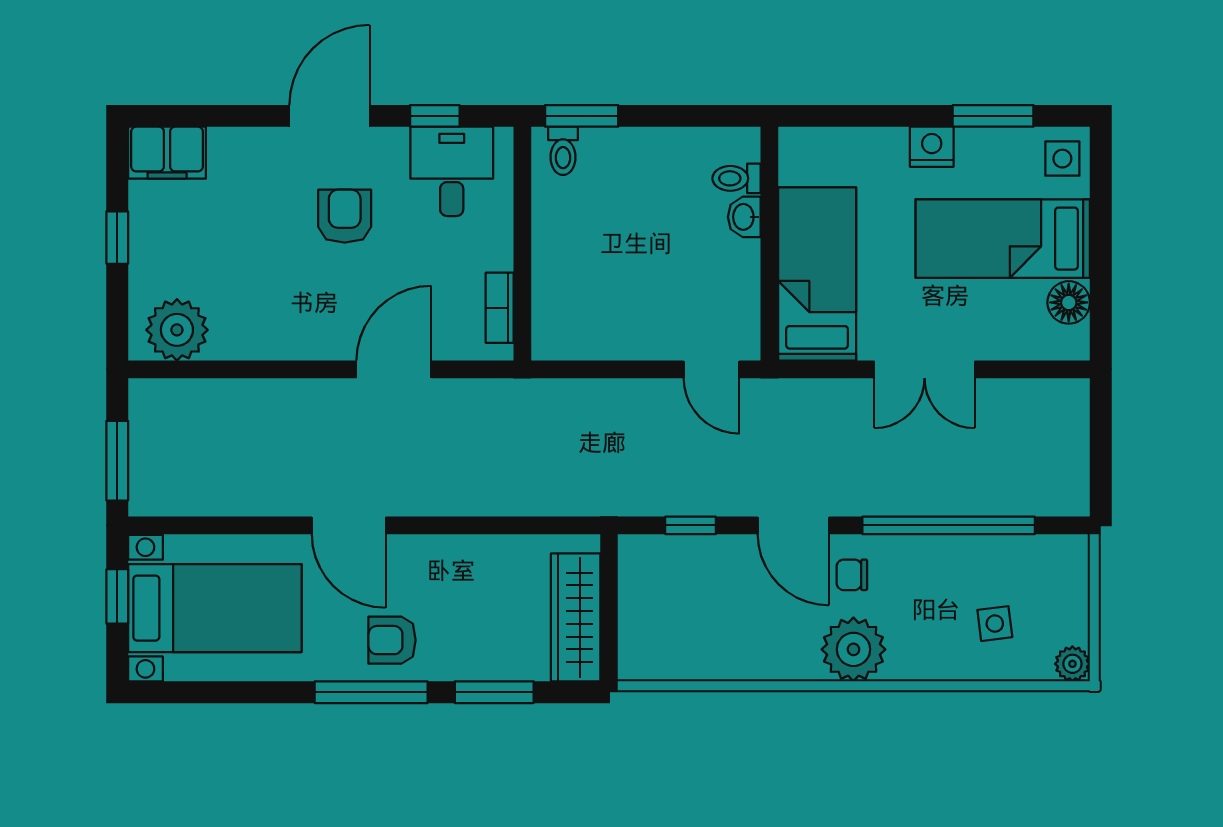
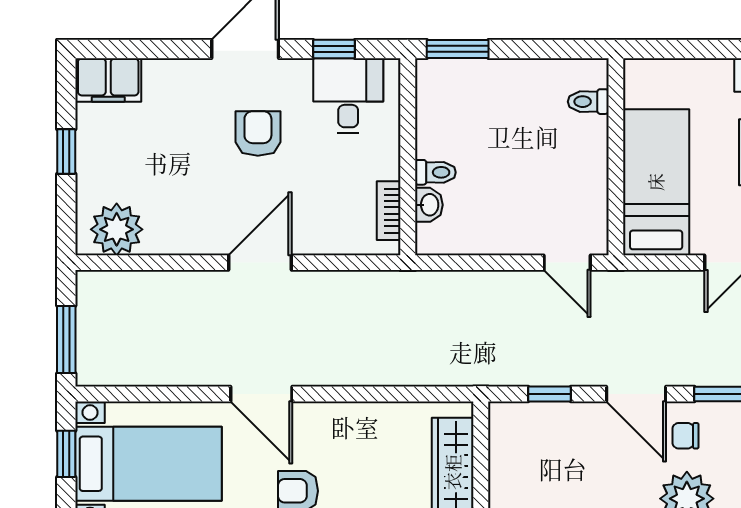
toilet: (563, 151) -> (435, 172), moved, turned -90
washbasin: (744, 217) -> (429, 205), moved, turned 180
door: (394, 369) -> (260, 263), moved

